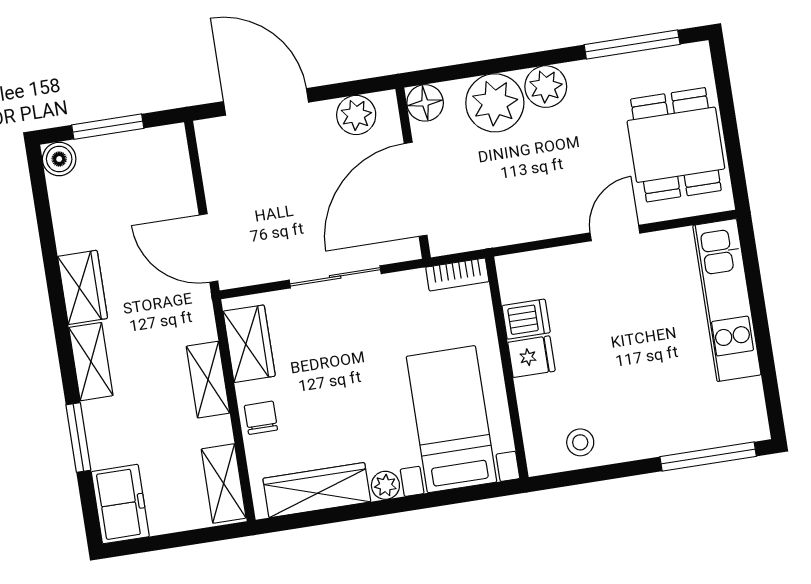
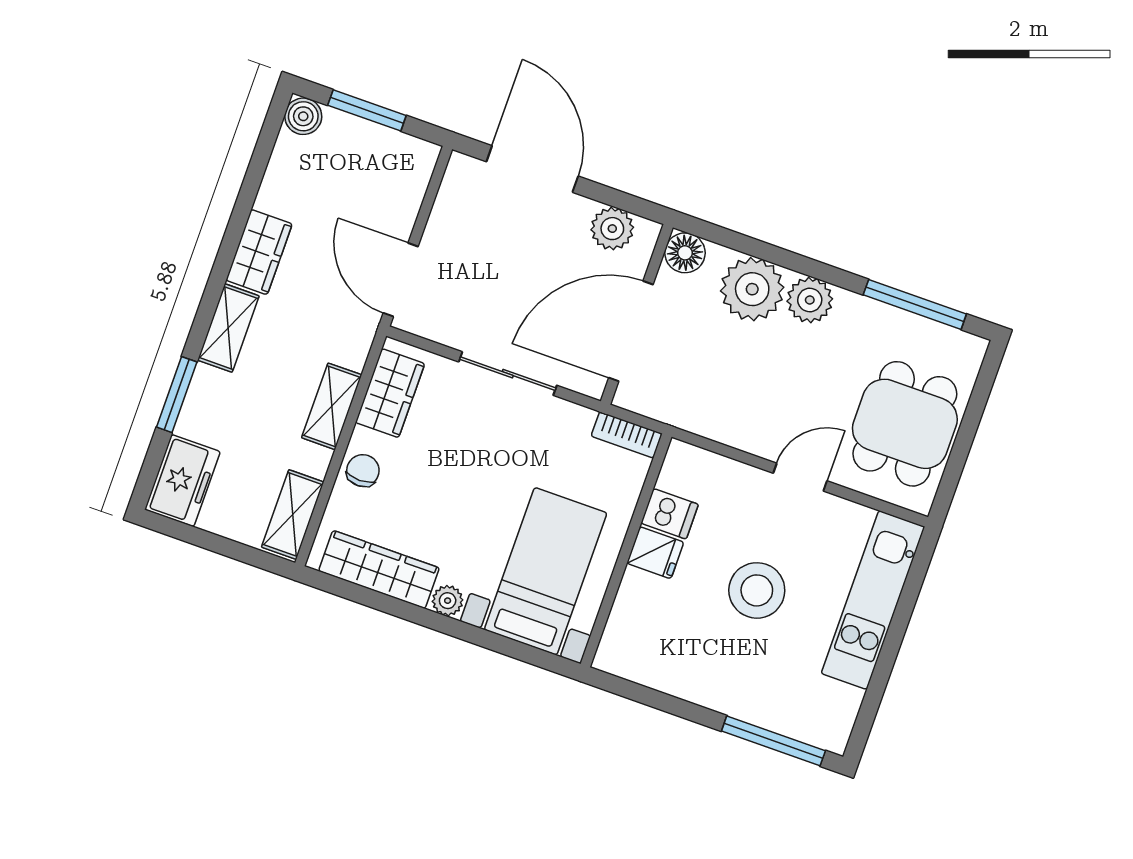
stool: (580, 442) -> (757, 590), moved, width x1.89, depth x1.89

